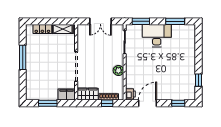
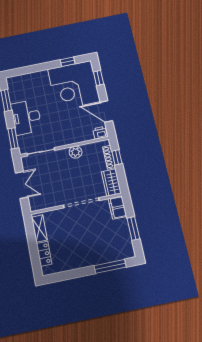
window: (23, 57) -> (110, 266), moved
corner desk: (176, 81) -> (74, 85), added

